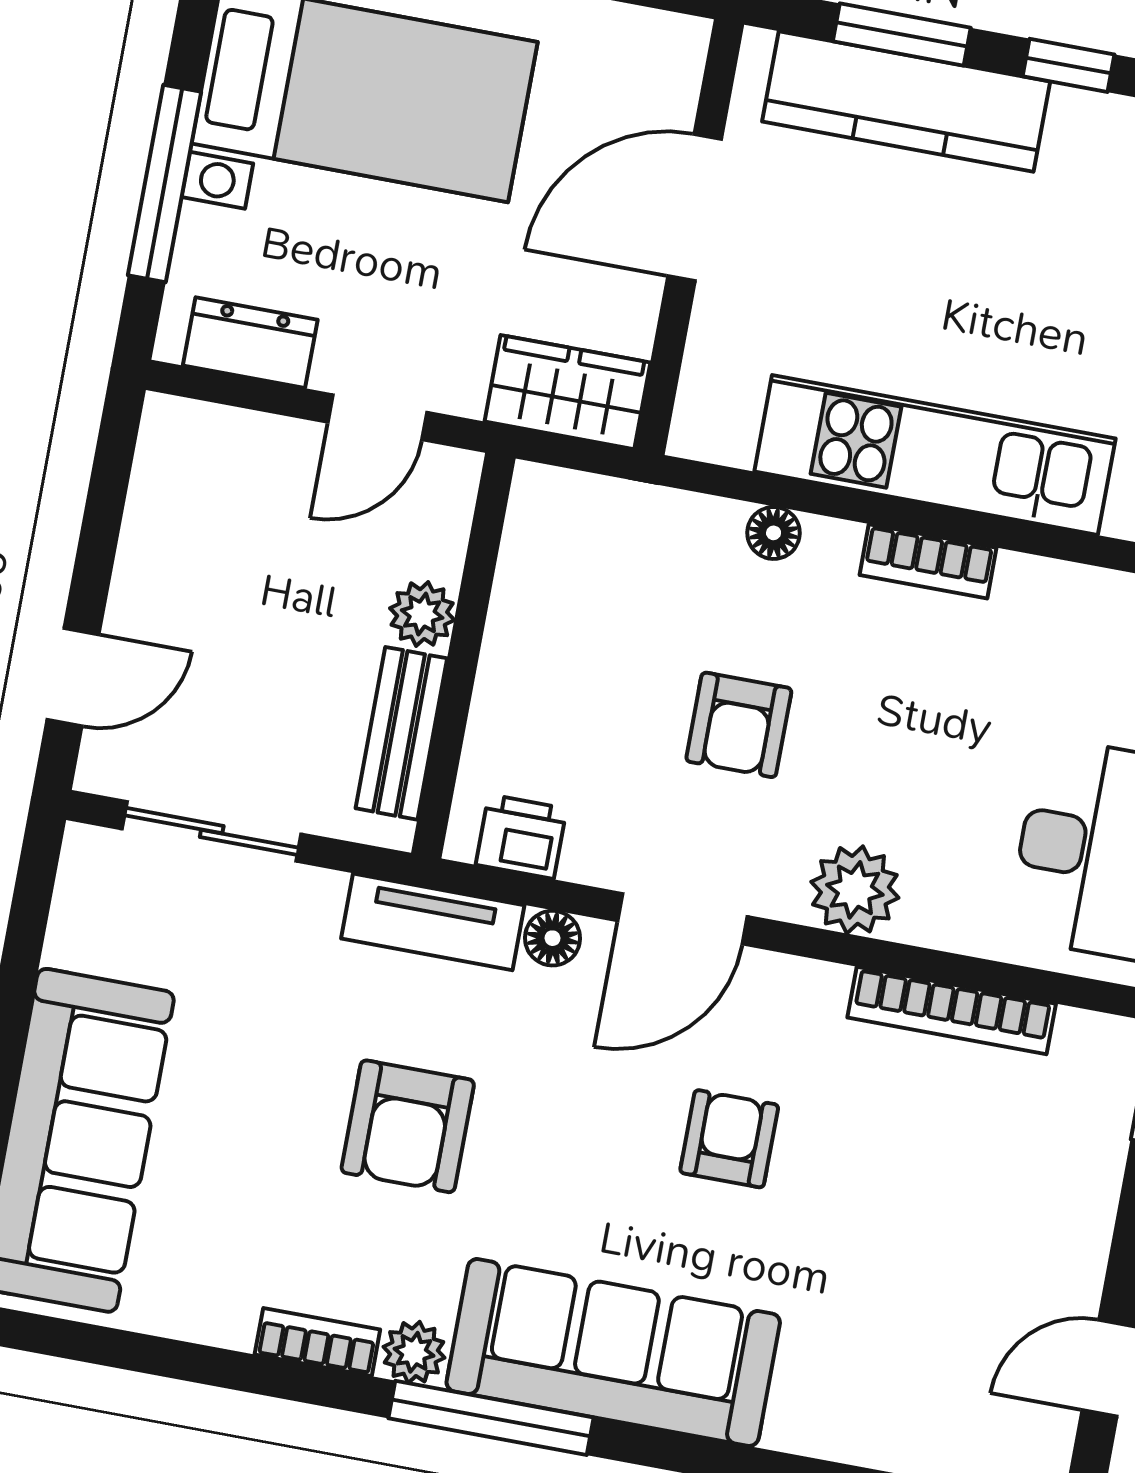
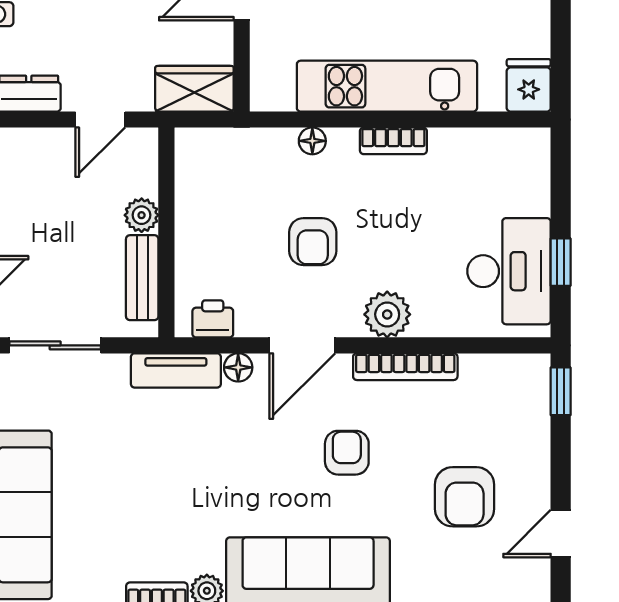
bookcase: (952, 1011) -> (405, 367), moved
armchair: (408, 1126) -> (465, 497), moved

